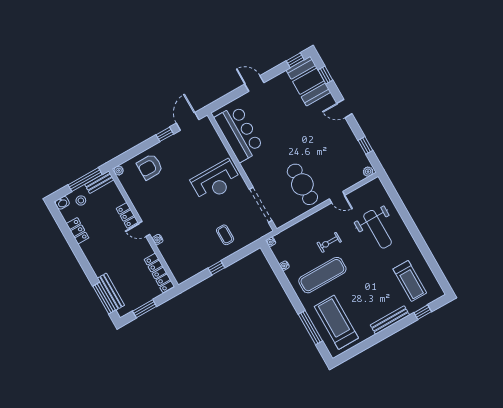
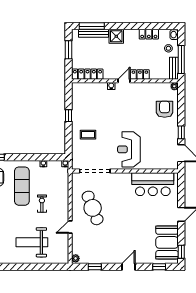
booth: (308, 81) -> (167, 242), moved, turned 90
cafe table: (302, 184) -> (93, 208), turned 69
shower: (100, 265) -> (116, 36), added

